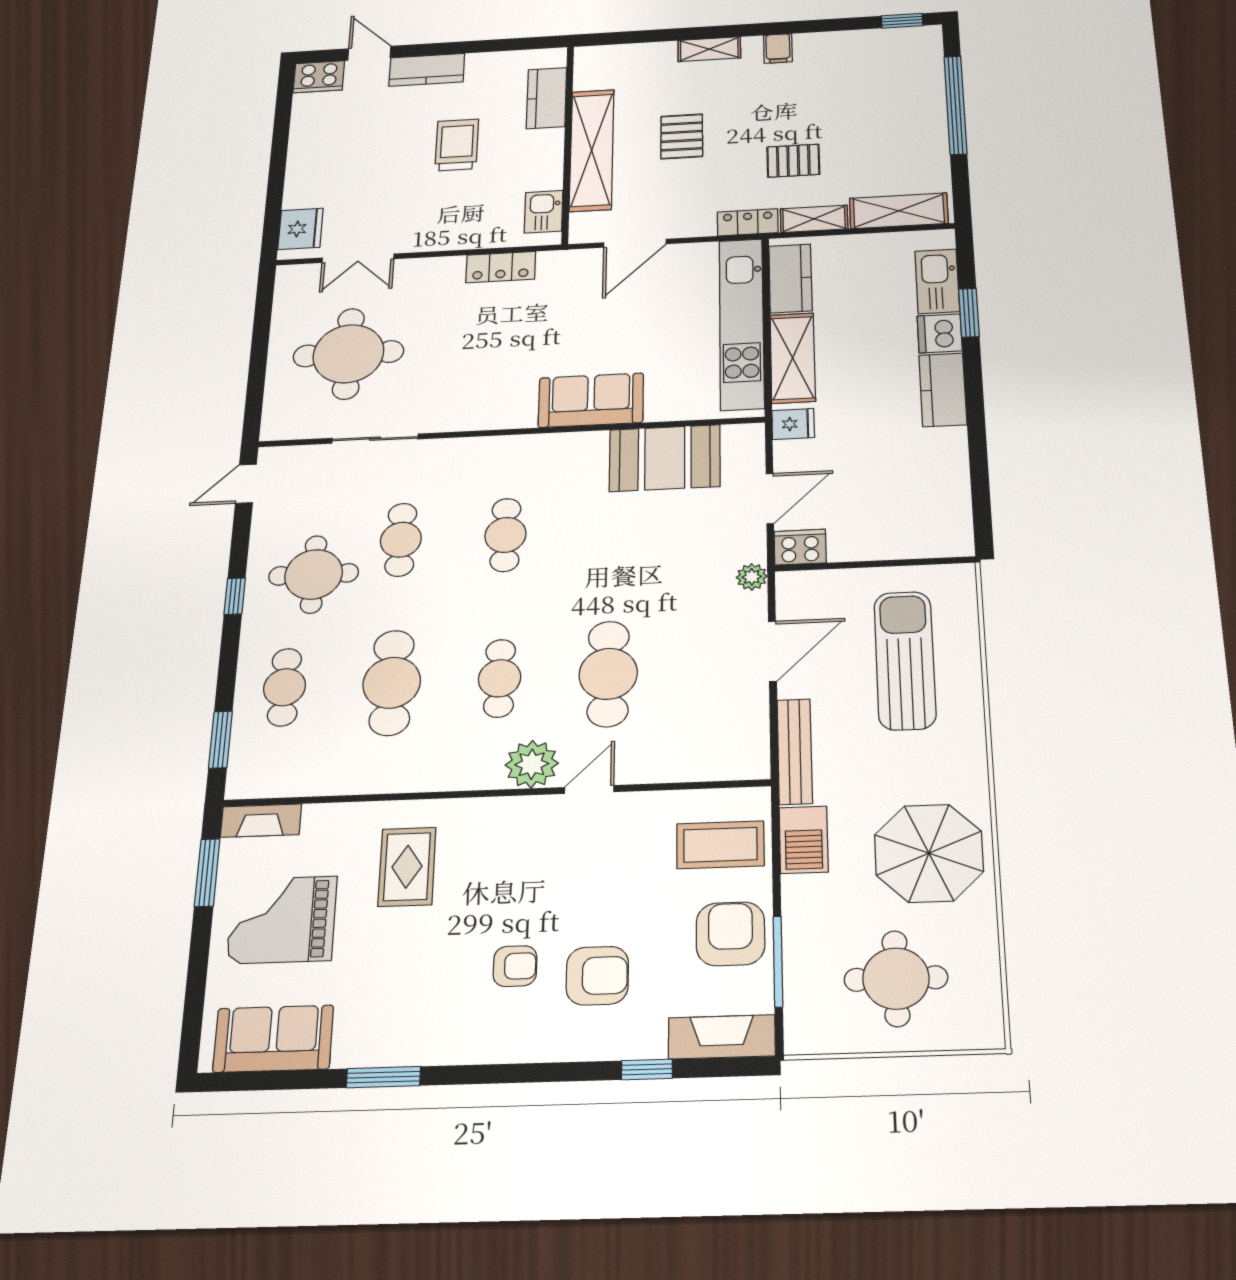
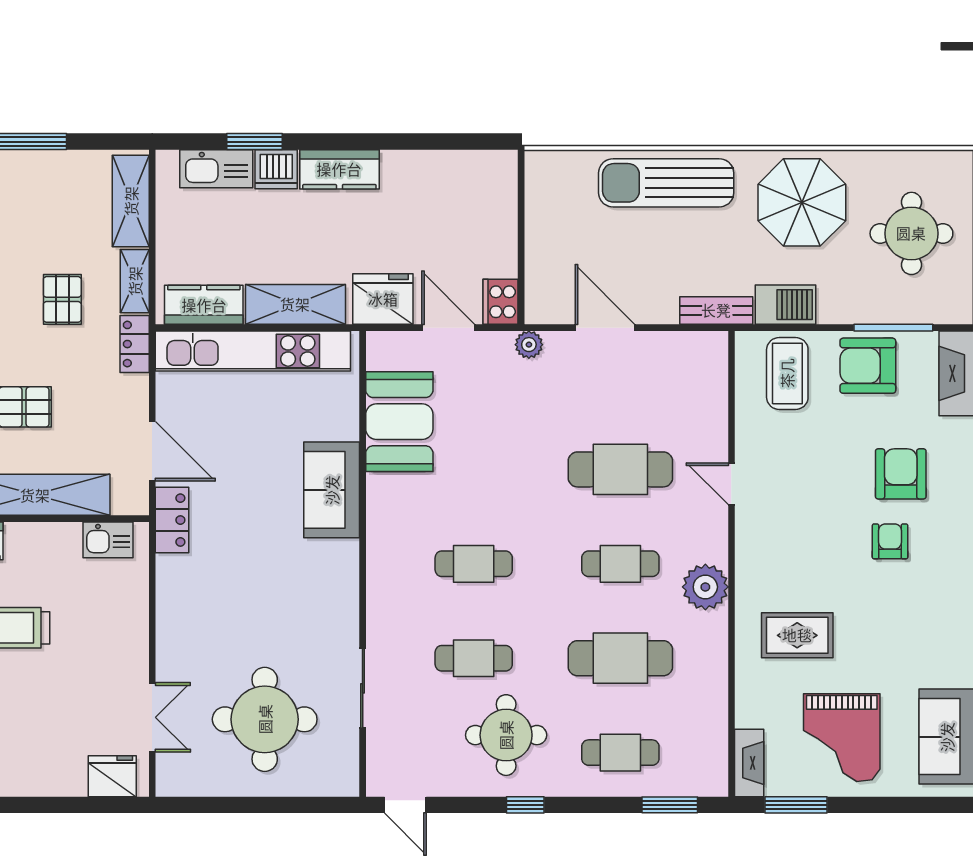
locker: (501, 267) -> (172, 520), moved
fridge: (793, 424) -> (383, 299), width x1.88, depth x1.34
sun lounger: (905, 660) -> (666, 183), moved
bench: (795, 751) -> (716, 310), width x0.73
plant: (532, 764) -> (705, 587), moved

